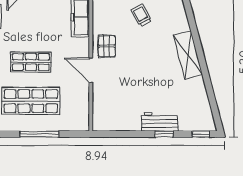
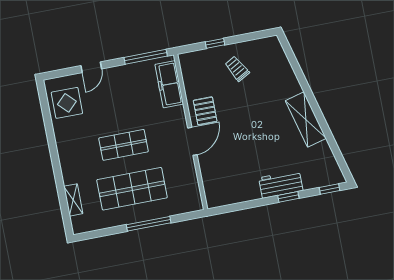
shelving: (188, 55) -> (306, 119), moved
door: (91, 70) -> (192, 141), swing flipped

